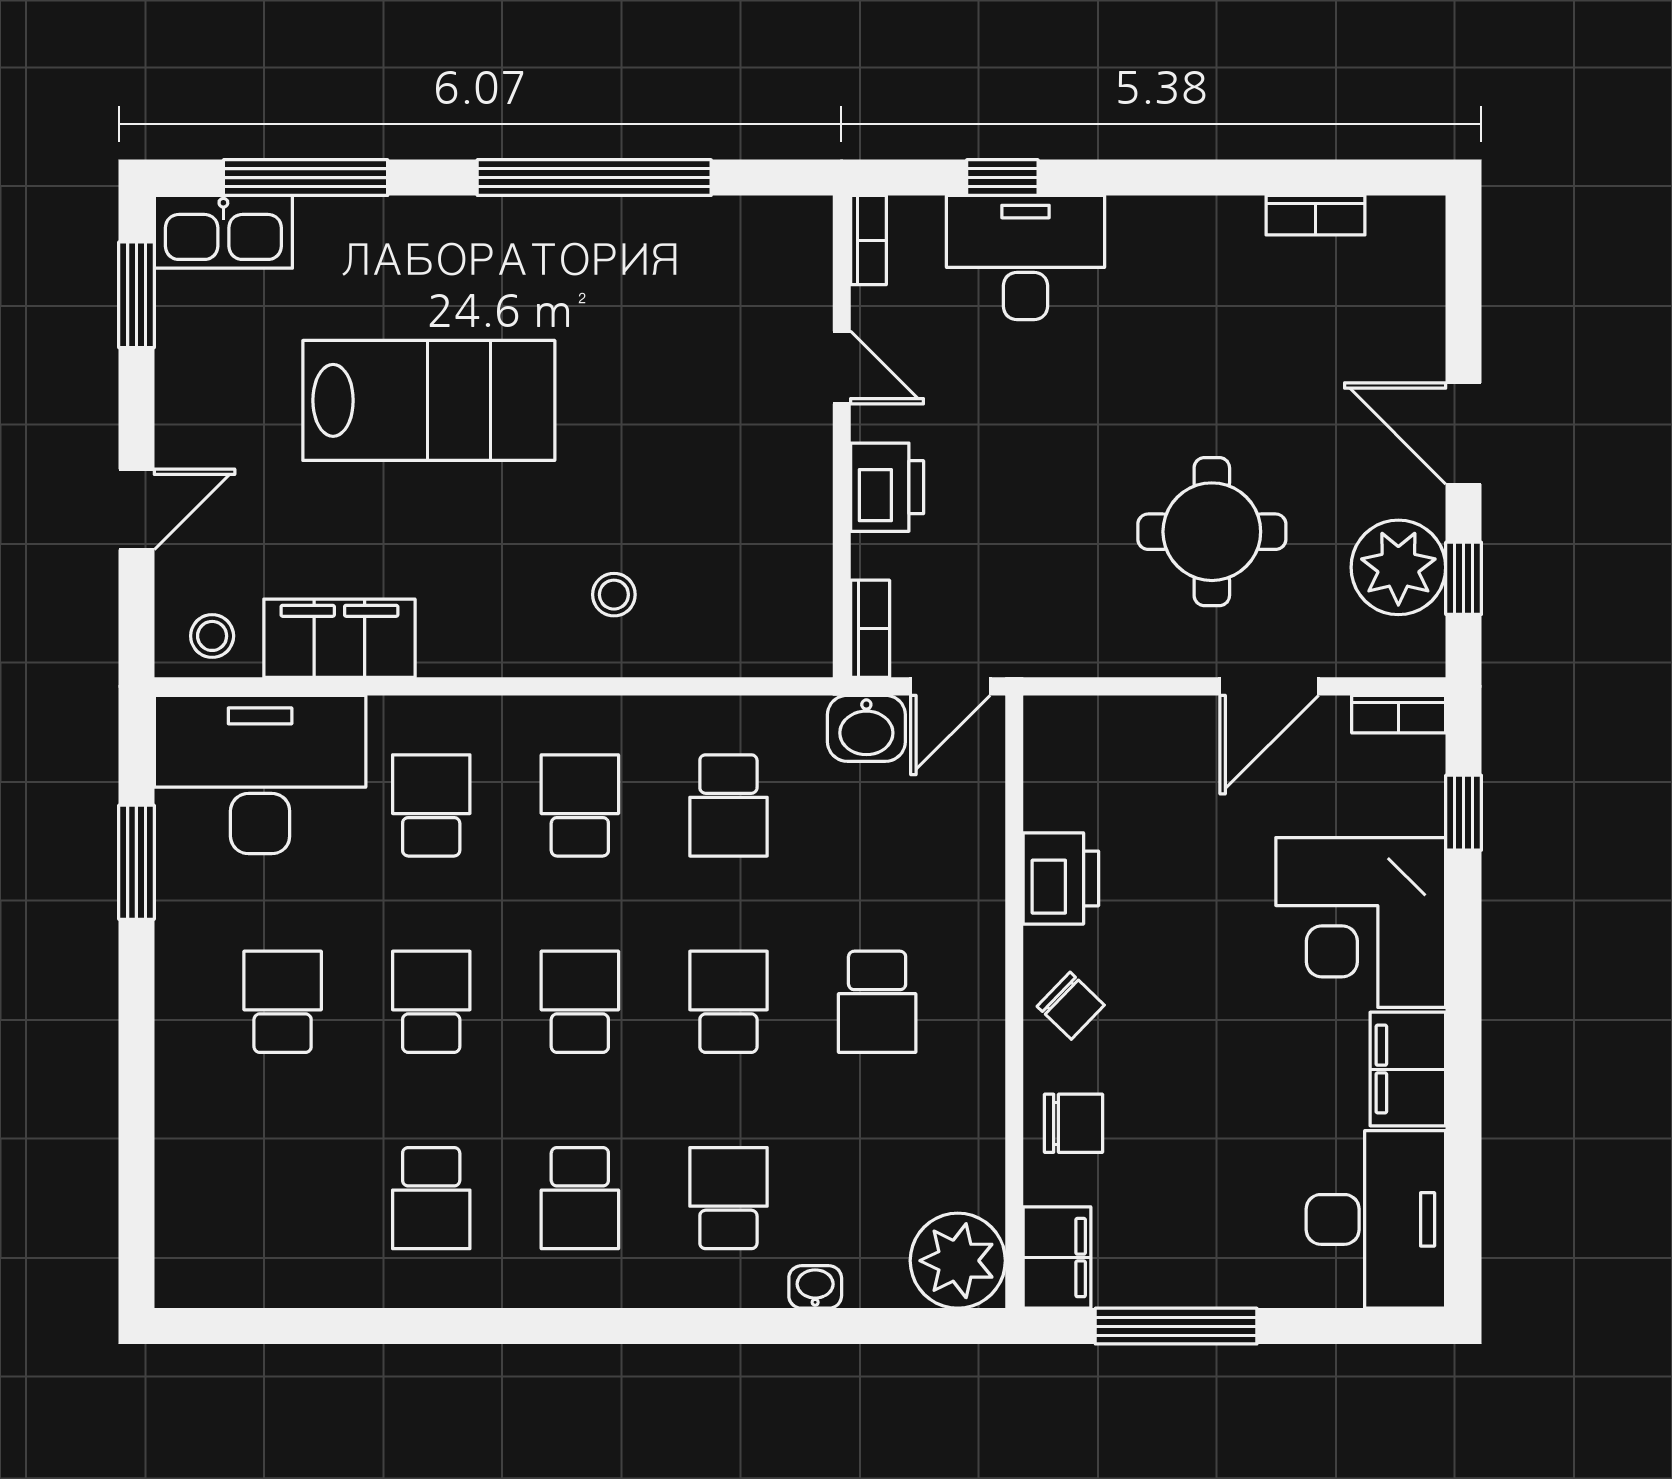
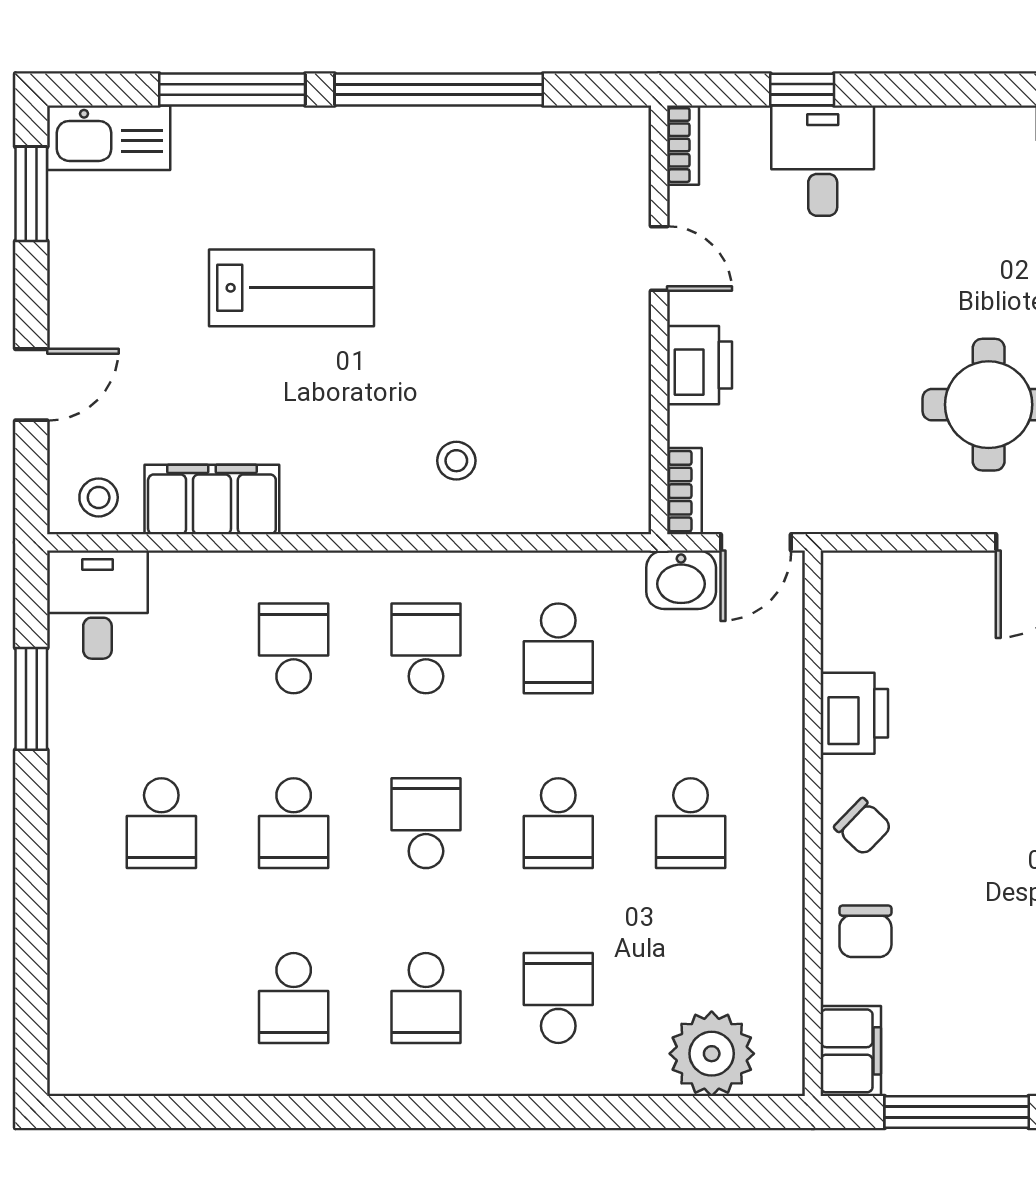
window: (306, 178) -> (232, 89), moved
desk: (1025, 257) -> (823, 161), width x0.73
lab bench: (429, 400) -> (292, 288), width x0.73, depth x0.72
desk: (260, 774) -> (97, 605), width x0.53, depth x0.77
school desk: (283, 1002) -> (161, 823), turned 180
school desk: (431, 1002) -> (294, 823), turned 180
school desk: (728, 1002) -> (558, 823), turned 180
chair: (1074, 1123) -> (865, 931), turned 90
plant: (958, 1261) -> (712, 1054), moved
washbasin: (815, 1287) -> (635, 1077), removed

